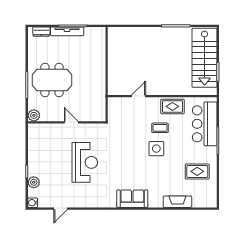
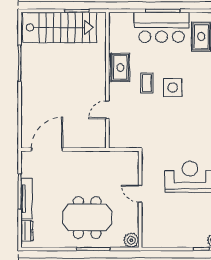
door: (107, 48) -> (47, 150), added
meeting table: (52, 80) -> (87, 218), turned 90
door: (138, 96) -> (107, 110), hinge flipped
door: (71, 122) -> (140, 194), hinge flipped
bar counter: (205, 124) -> (162, 27), moved

